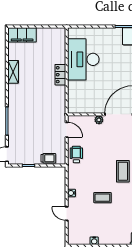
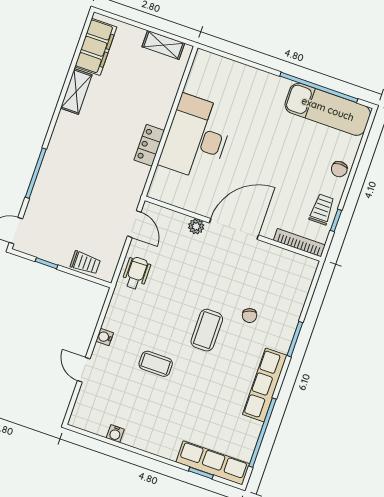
shelving: (50, 32) -> (163, 45), added
filing cabinet: (22, 35) -> (96, 47), moved, turned -90
desk: (83, 59) -> (197, 138), moved
locker: (60, 75) -> (149, 145), moved

